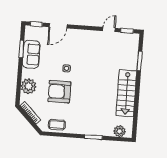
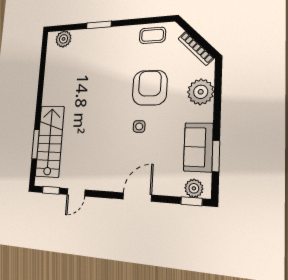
door: (58, 26) -> (137, 197), moved
plant: (35, 31) -> (194, 188), added
armchair: (59, 92) -> (150, 88), turned -90
stairs: (126, 93) -> (50, 141), moved

